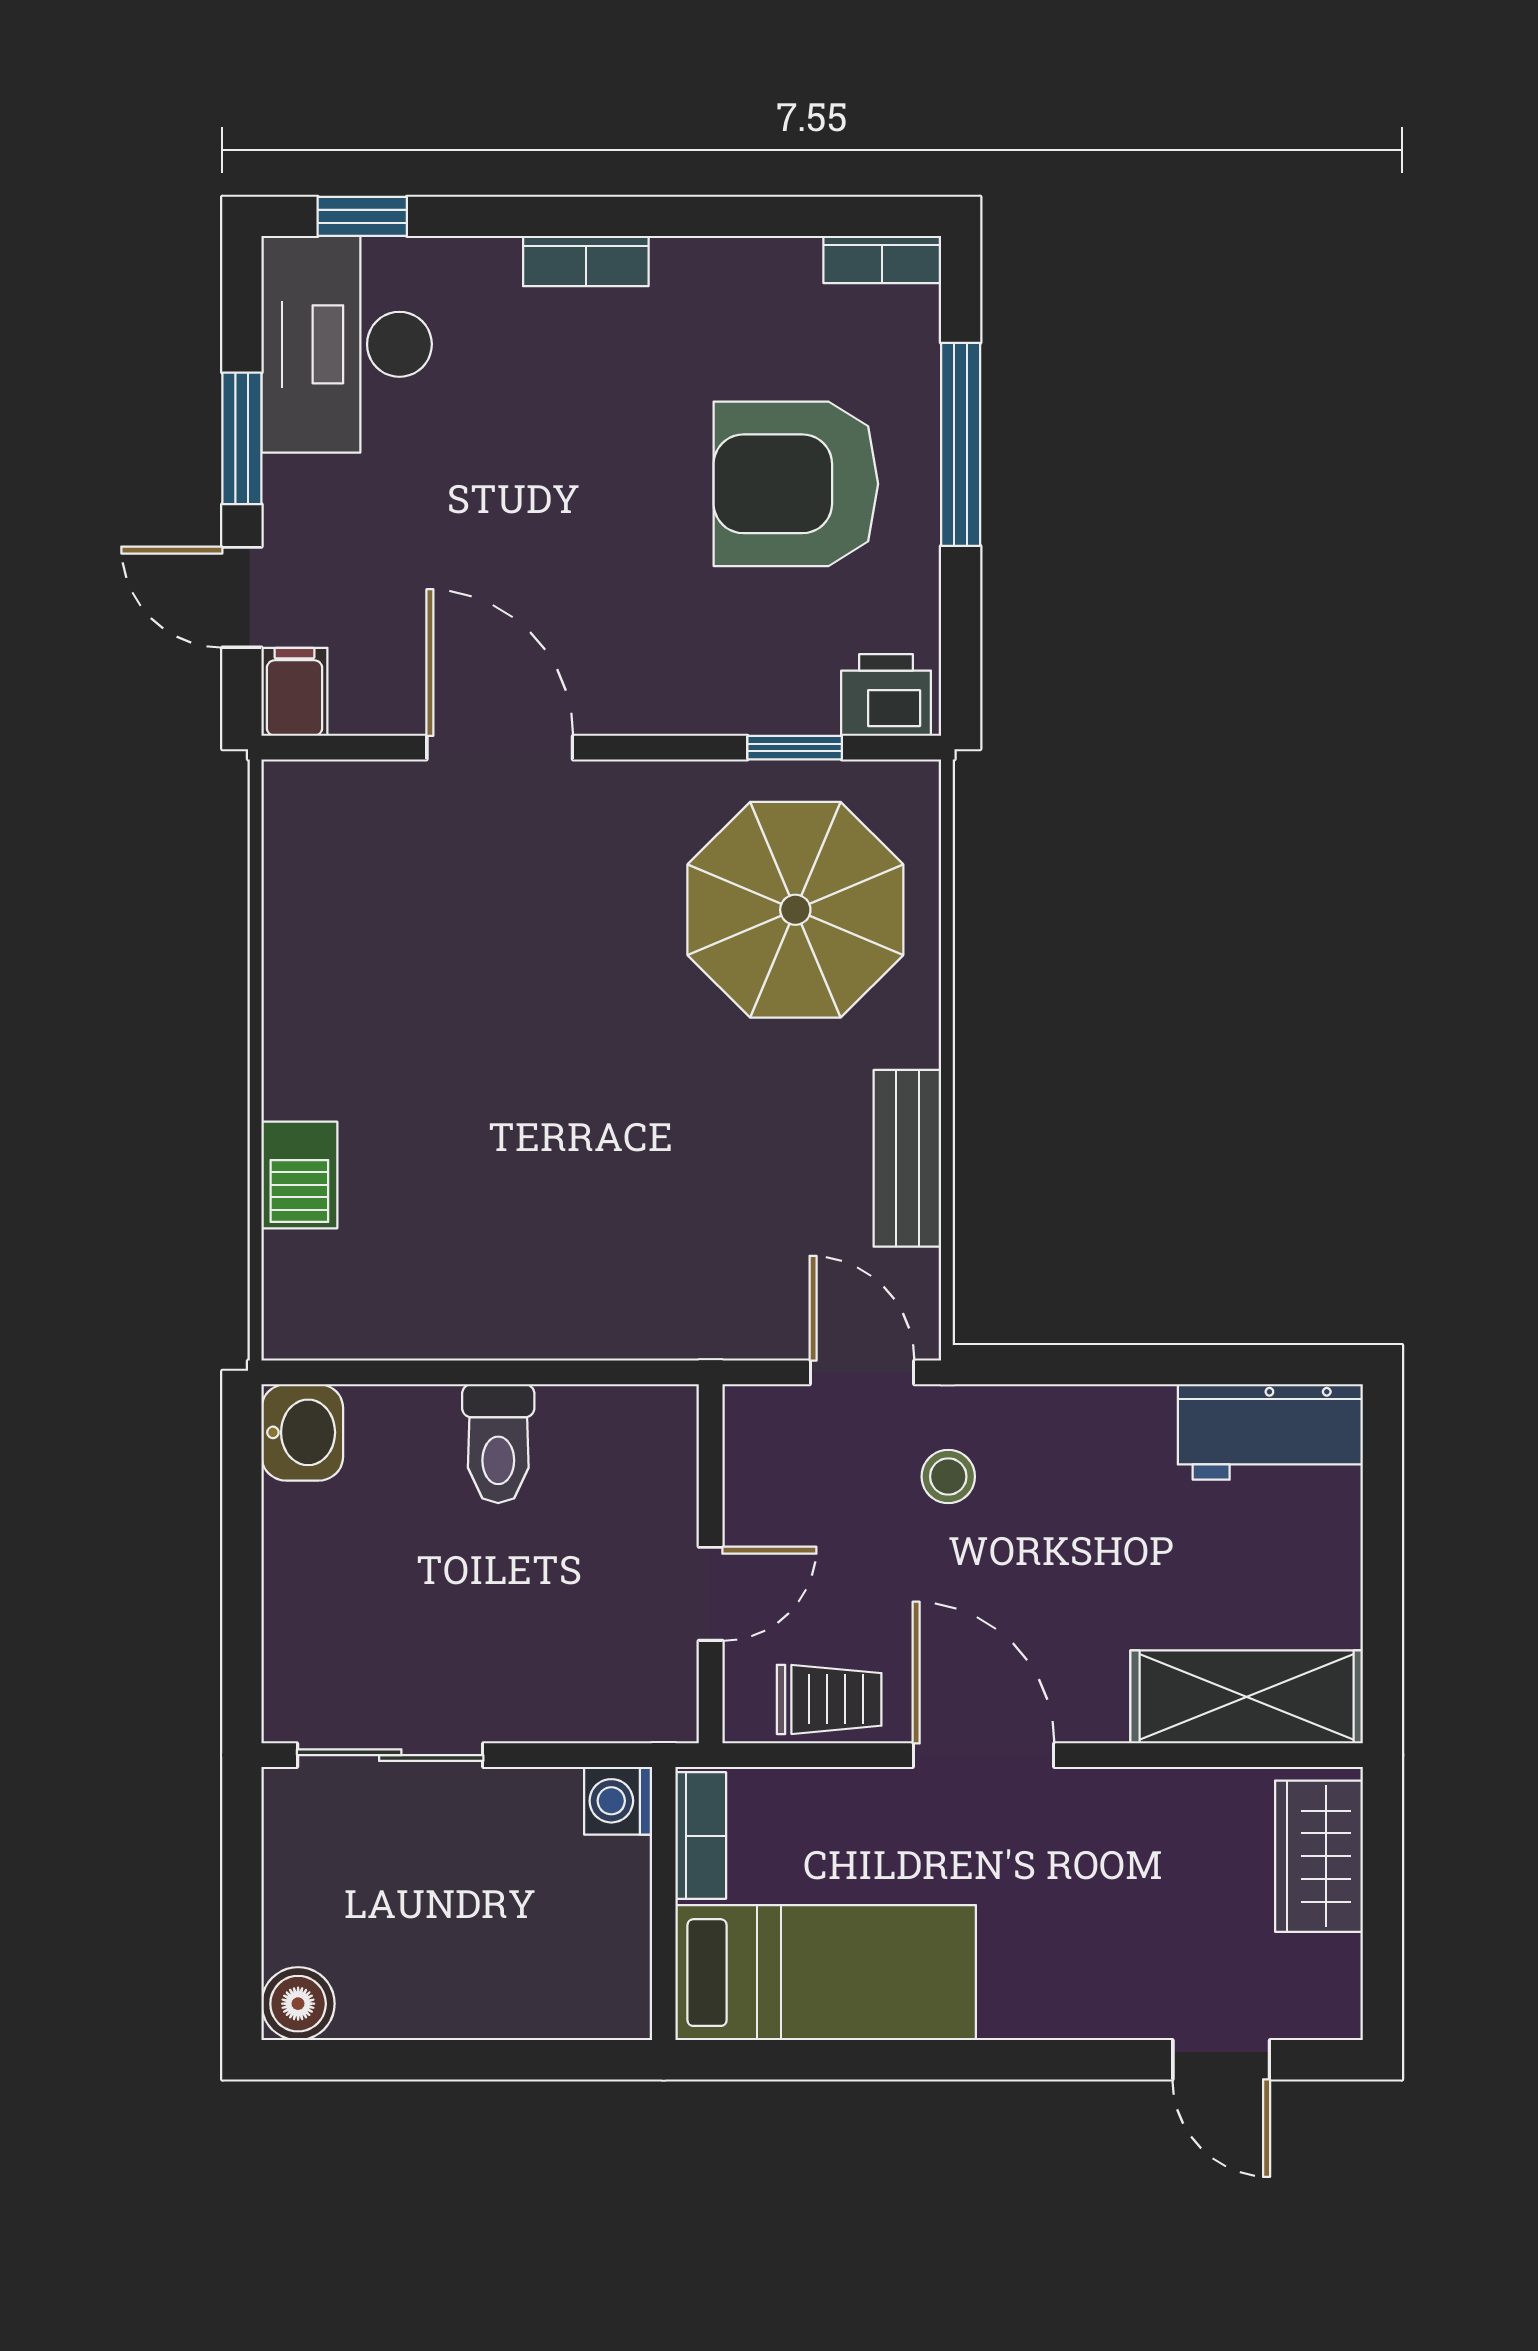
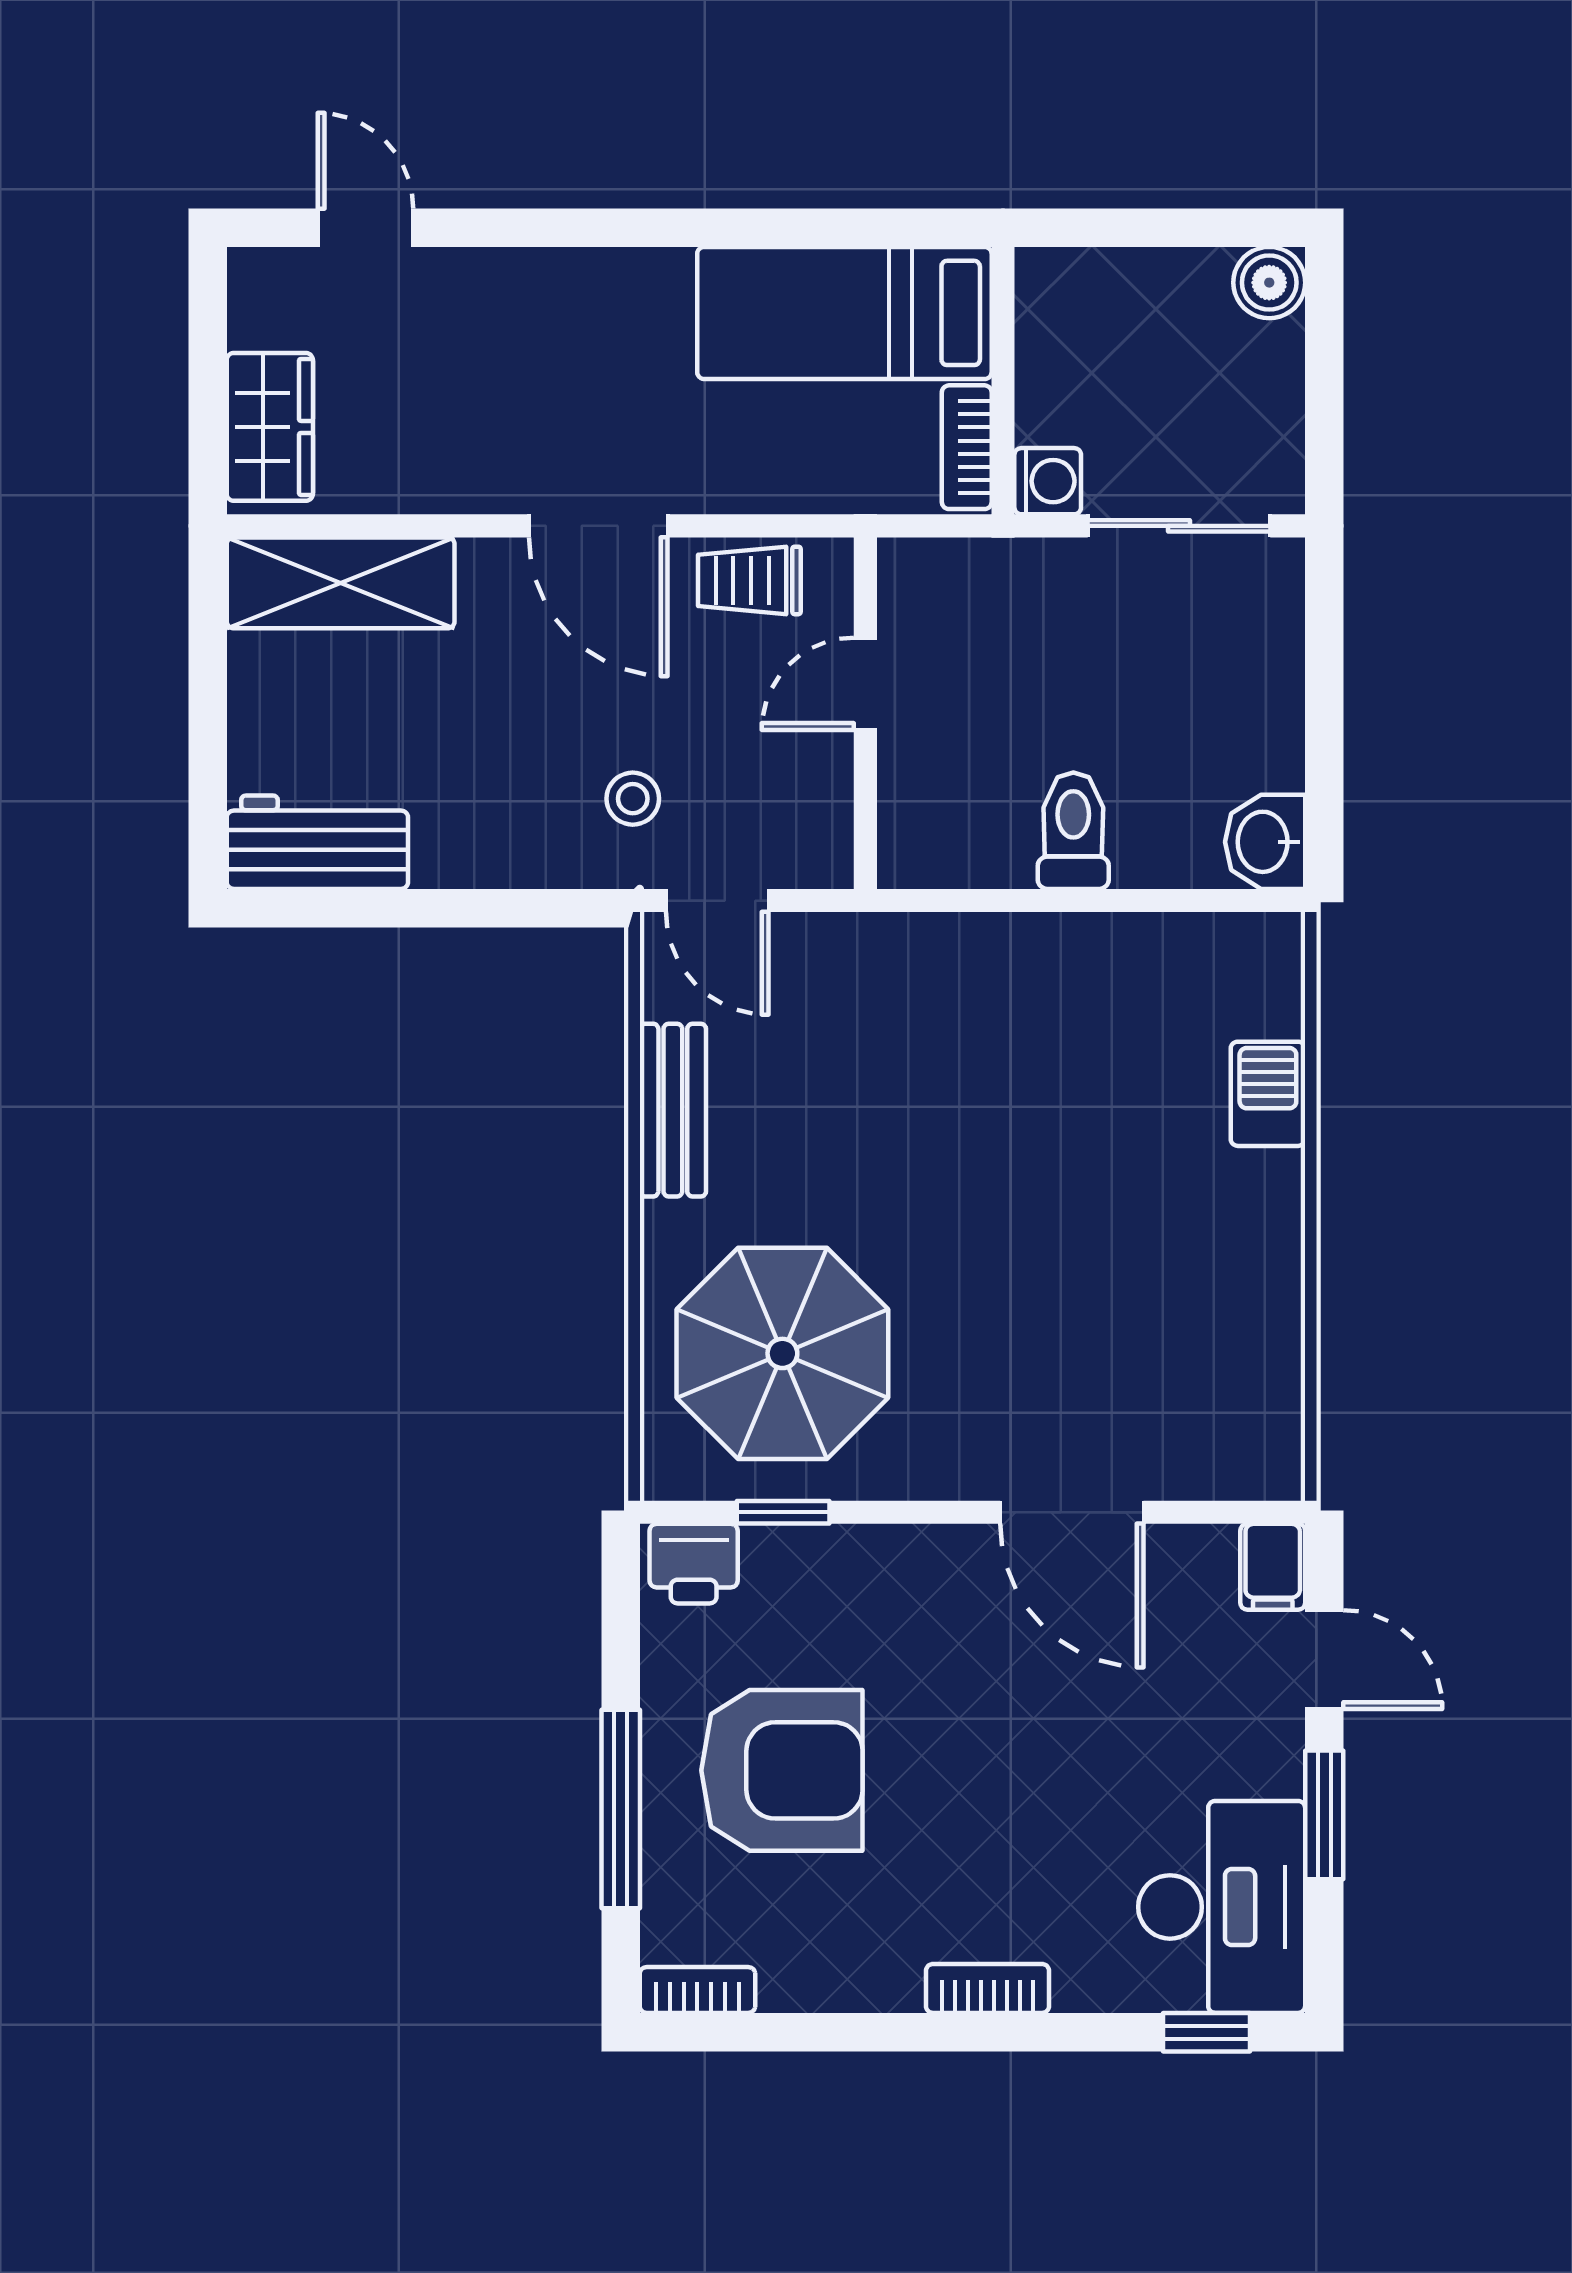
washing machine: (618, 1801) -> (1048, 481), moved
bookcase: (701, 1836) -> (967, 447), moved
wall: (664, 1904) -> (1003, 381), moved
bed: (826, 1973) -> (844, 313), moved

